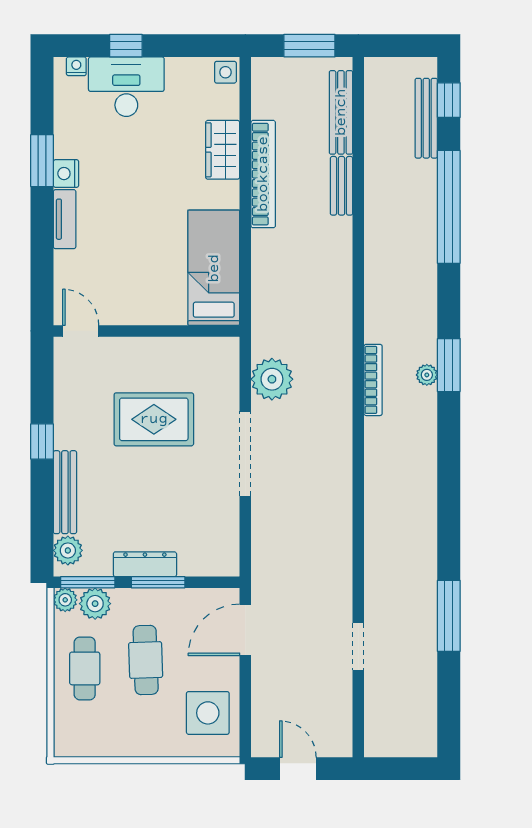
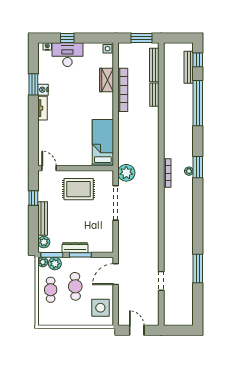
bed: (214, 268) -> (103, 143), moved
door: (81, 331) -> (49, 168), moved
wall: (146, 331) -> (76, 168), moved

